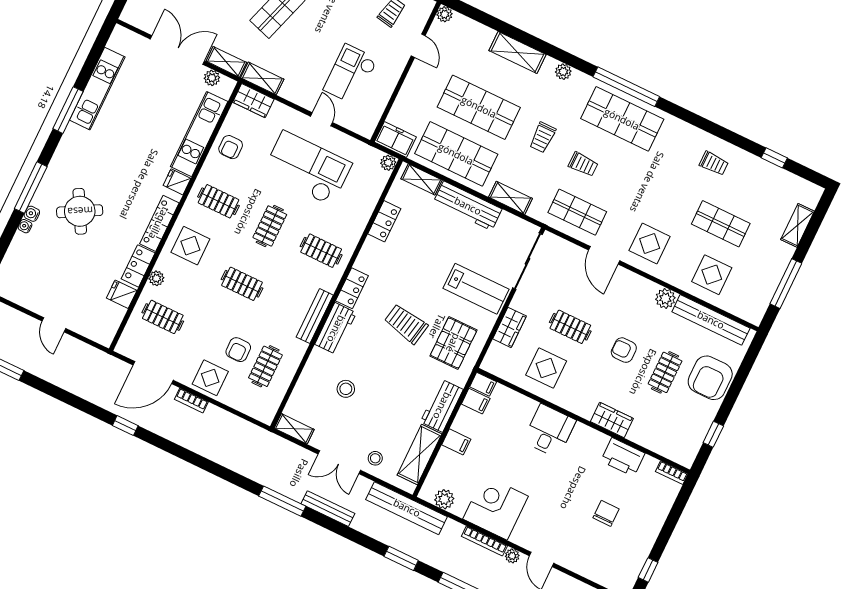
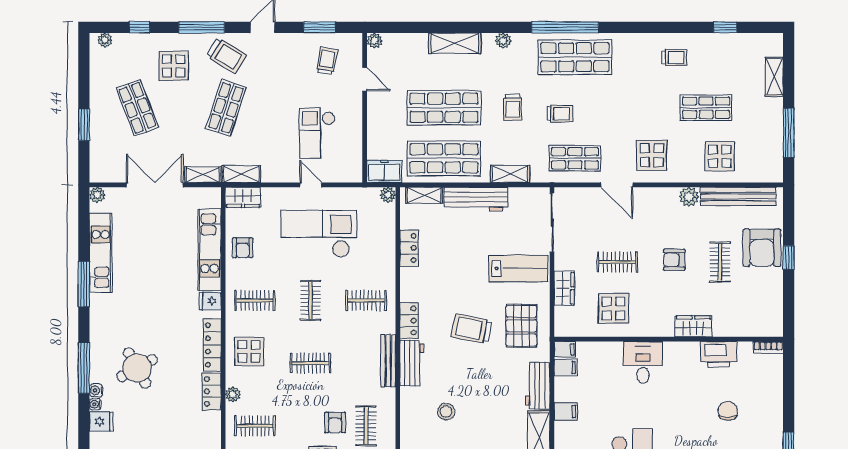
plant: (212, 78) -> (97, 195), moved
fridge: (122, 294) -> (101, 421), moved, turned 180
window: (713, 434) -> (789, 258), moved

